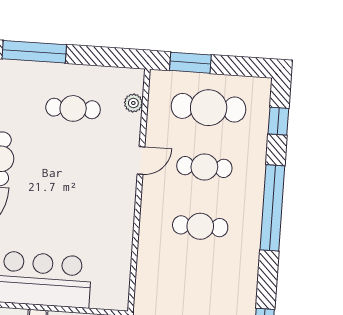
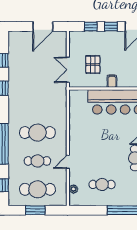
window: (190, 63) -> (35, 210), moved
cafe table: (200, 226) -> (37, 133), width x1.37, depth x1.35

